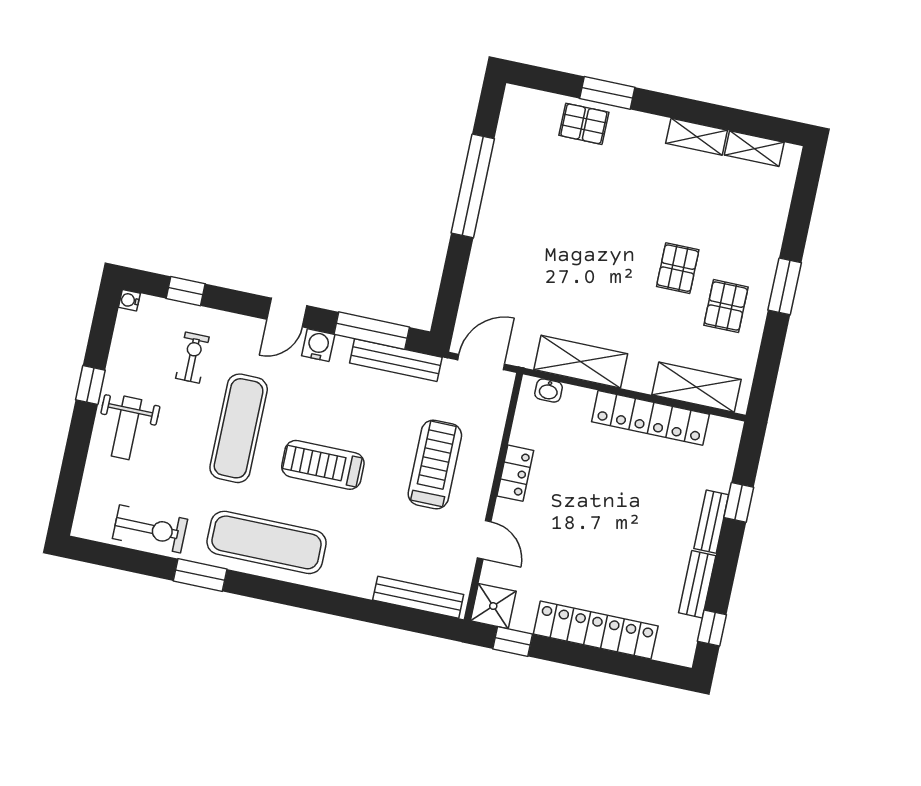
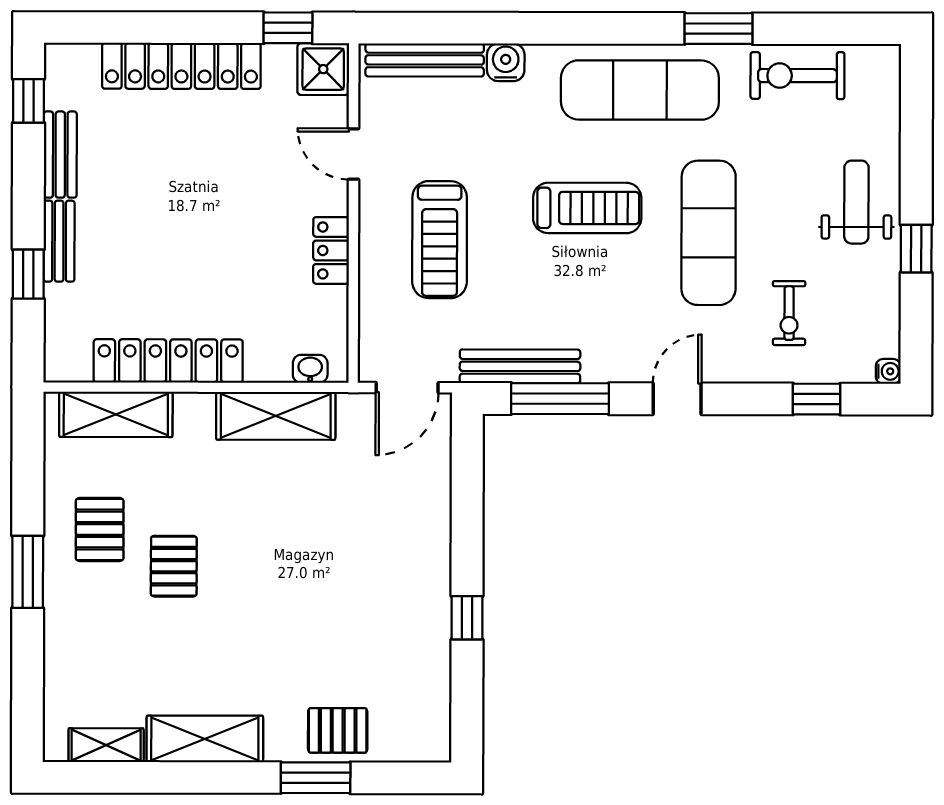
shelving: (697, 137) -> (205, 739), width x1.50, depth x1.33
window: (473, 186) -> (467, 618), width x0.32
water cooler: (318, 345) -> (506, 62), moved, turned 180

